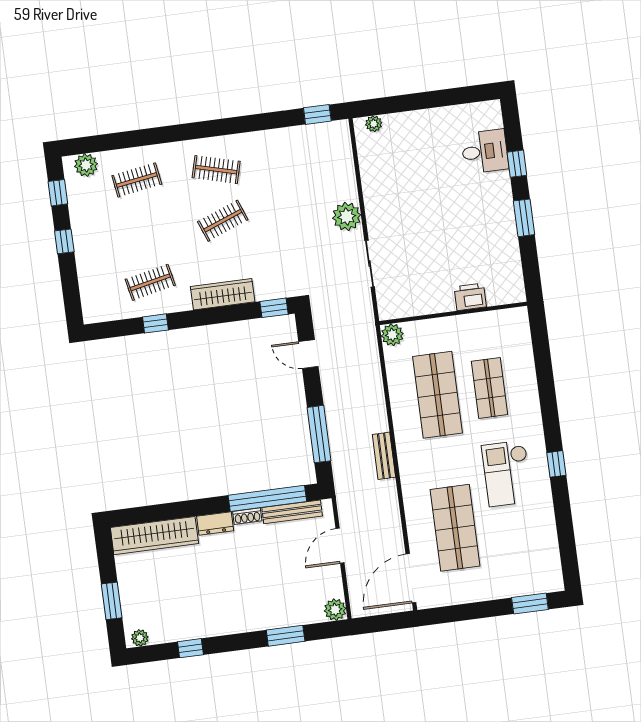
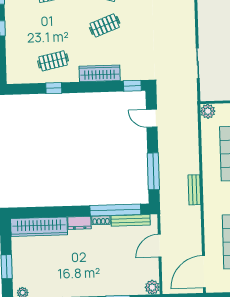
plant: (347, 217) -> (186, 31), removed

